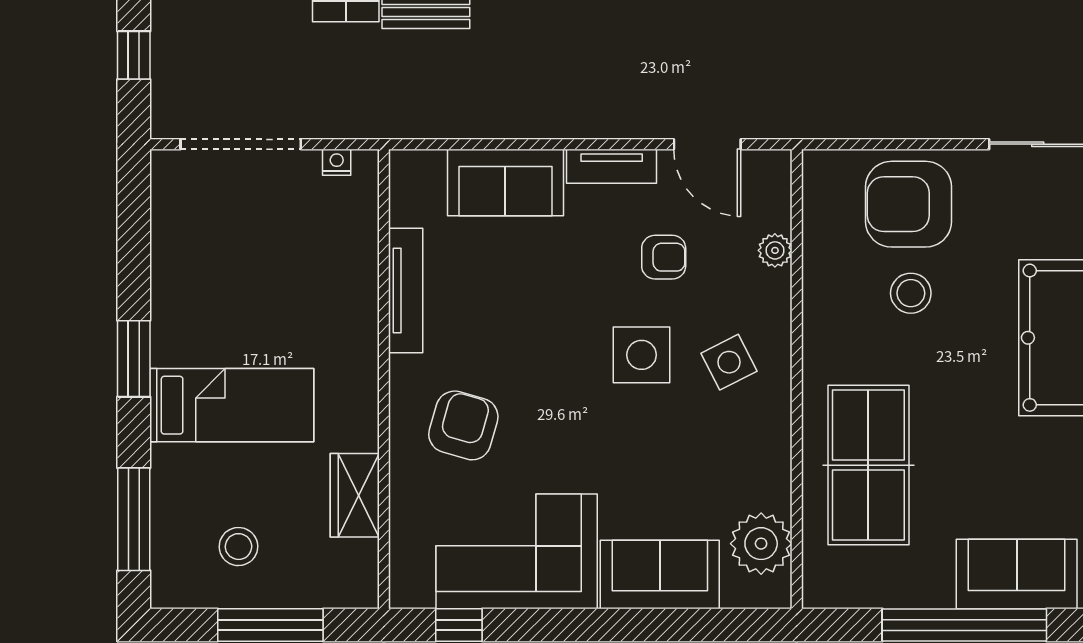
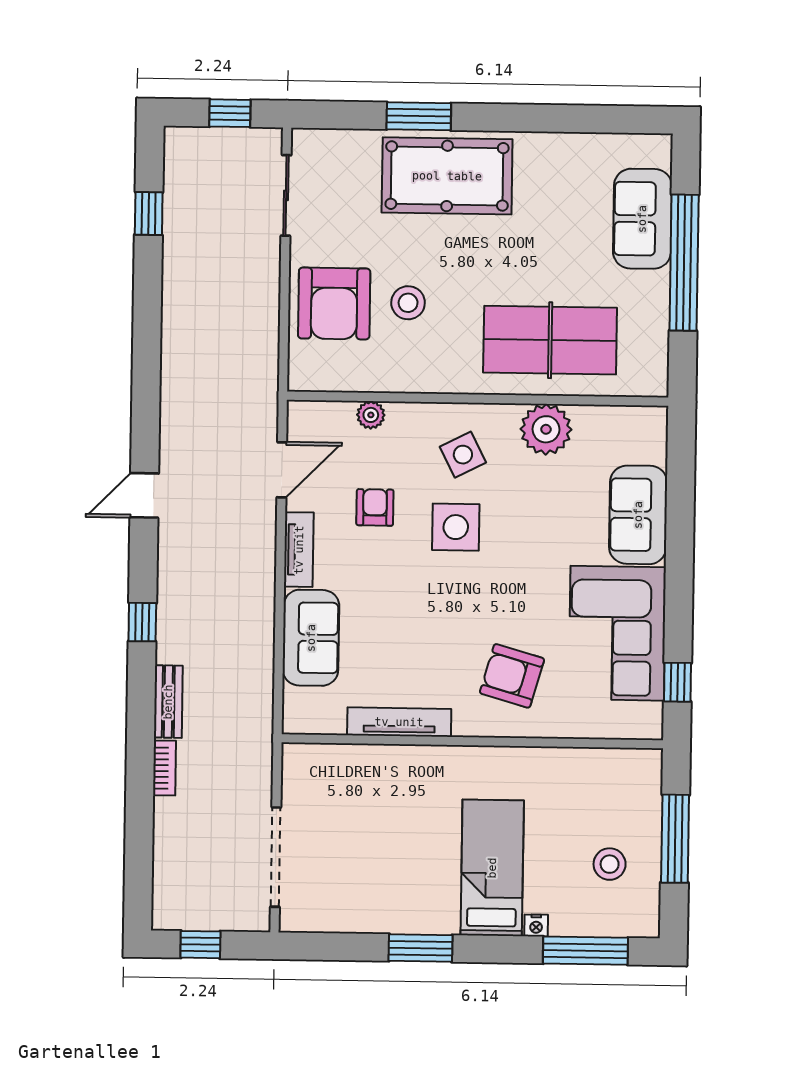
nightstand: (337, 162) -> (536, 925), moved, turned -90
window: (134, 359) -> (420, 948), moved
wardrobe: (355, 495) -> (569, 767), removed
plant: (761, 544) -> (546, 429), moved

